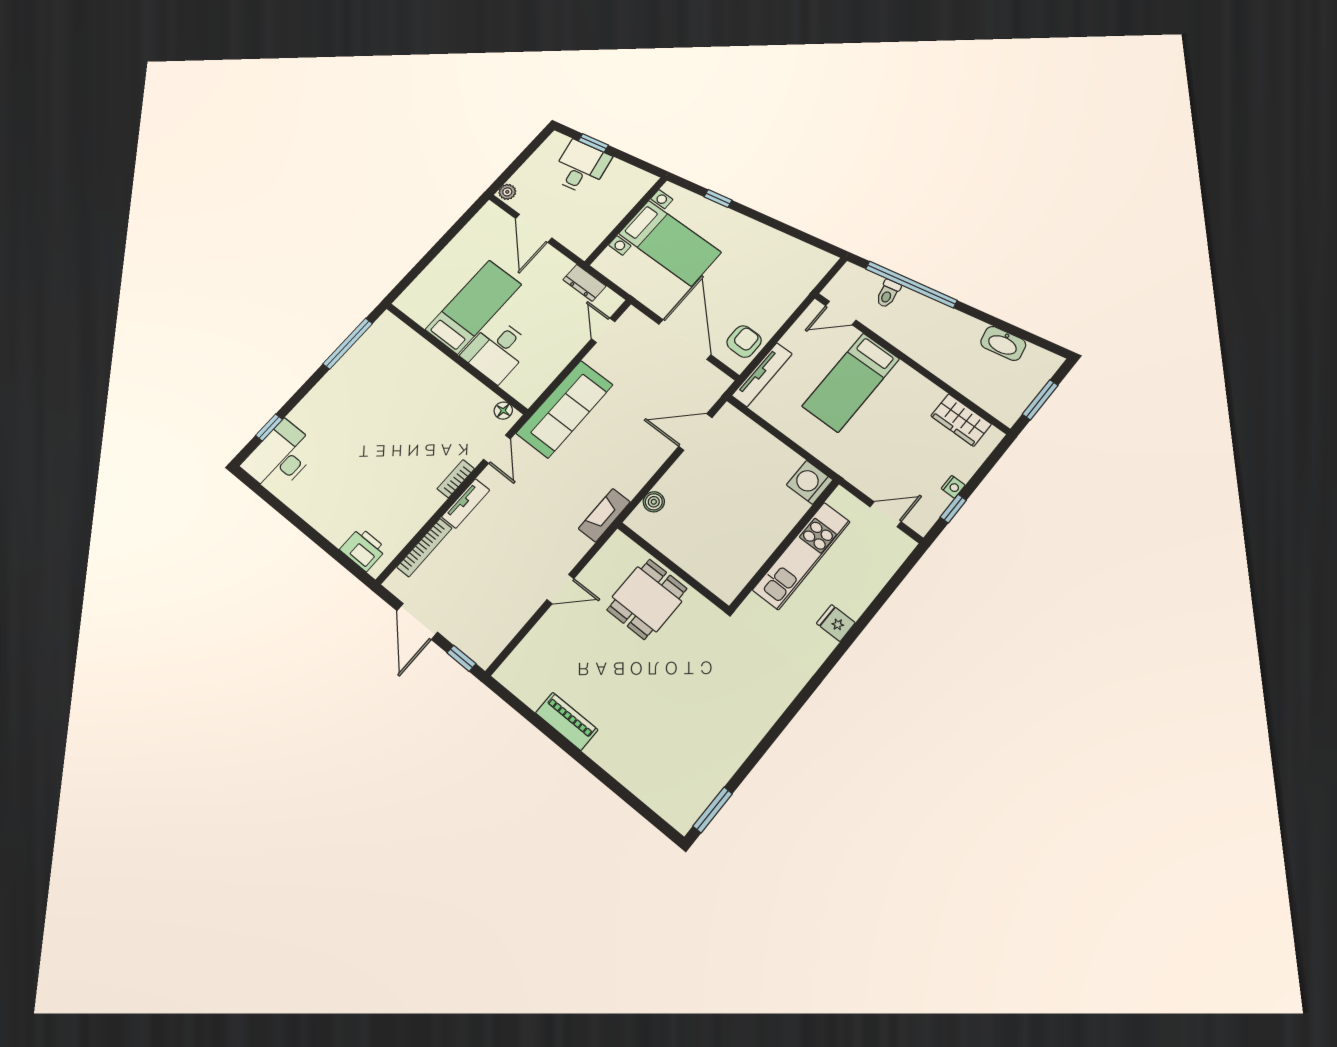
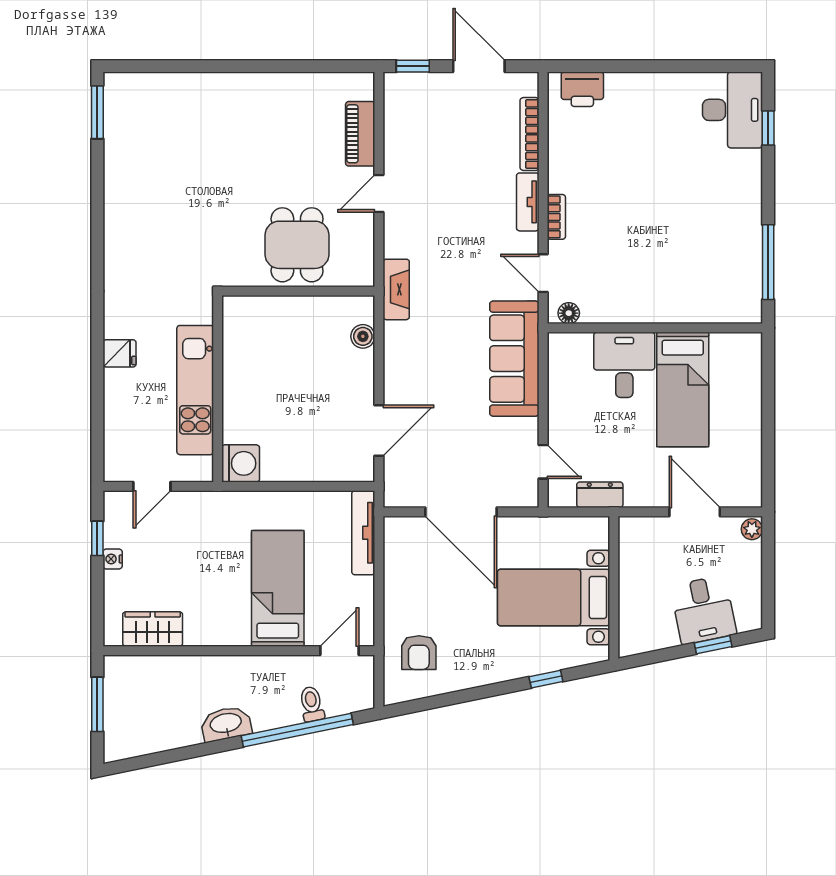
armchair: (744, 342) -> (419, 653), moved
washbasin: (1003, 343) -> (226, 724), moved
piano: (567, 721) -> (360, 134), moved, turned 90

